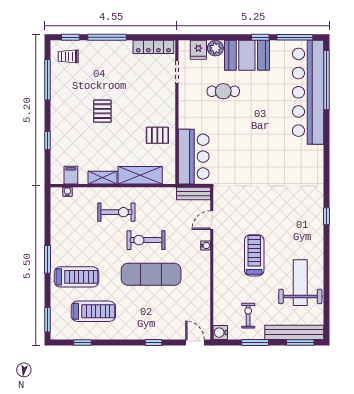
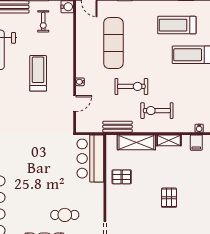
bench: (193, 193) -> (118, 127), moved
treadmill: (254, 255) -> (38, 73), turned 180
exercise mat: (151, 274) -> (113, 43), moved, turned 90

